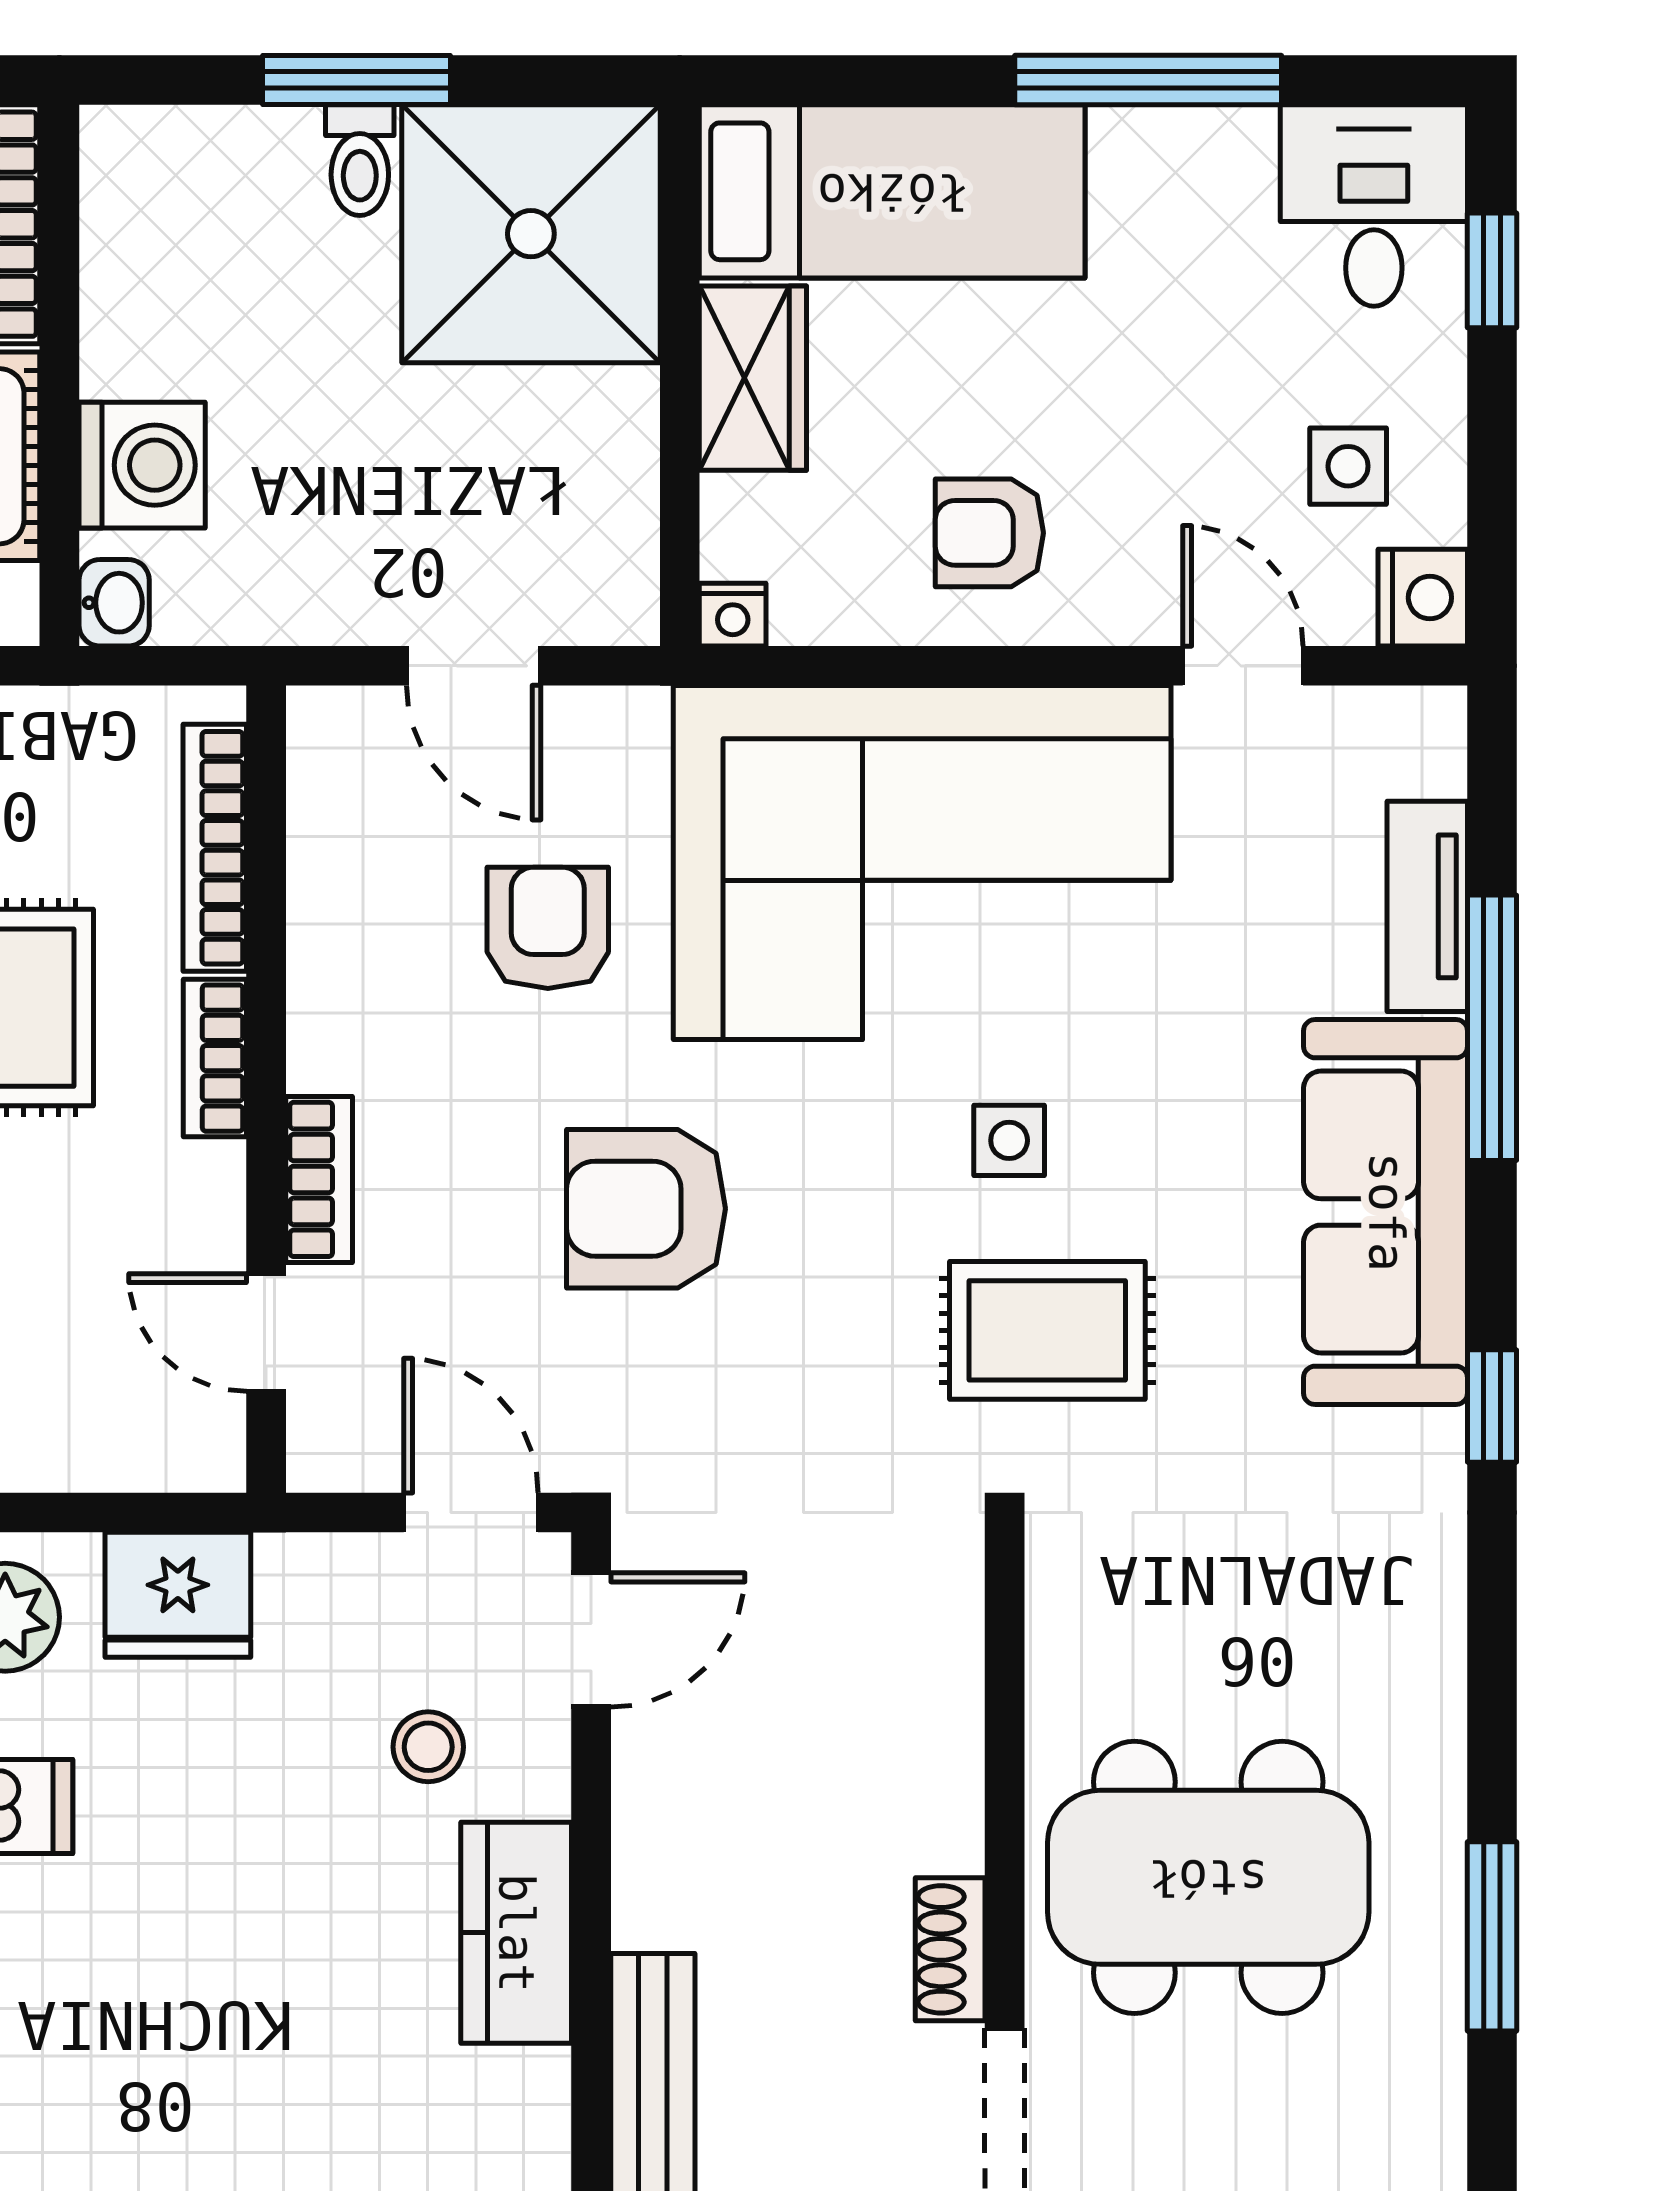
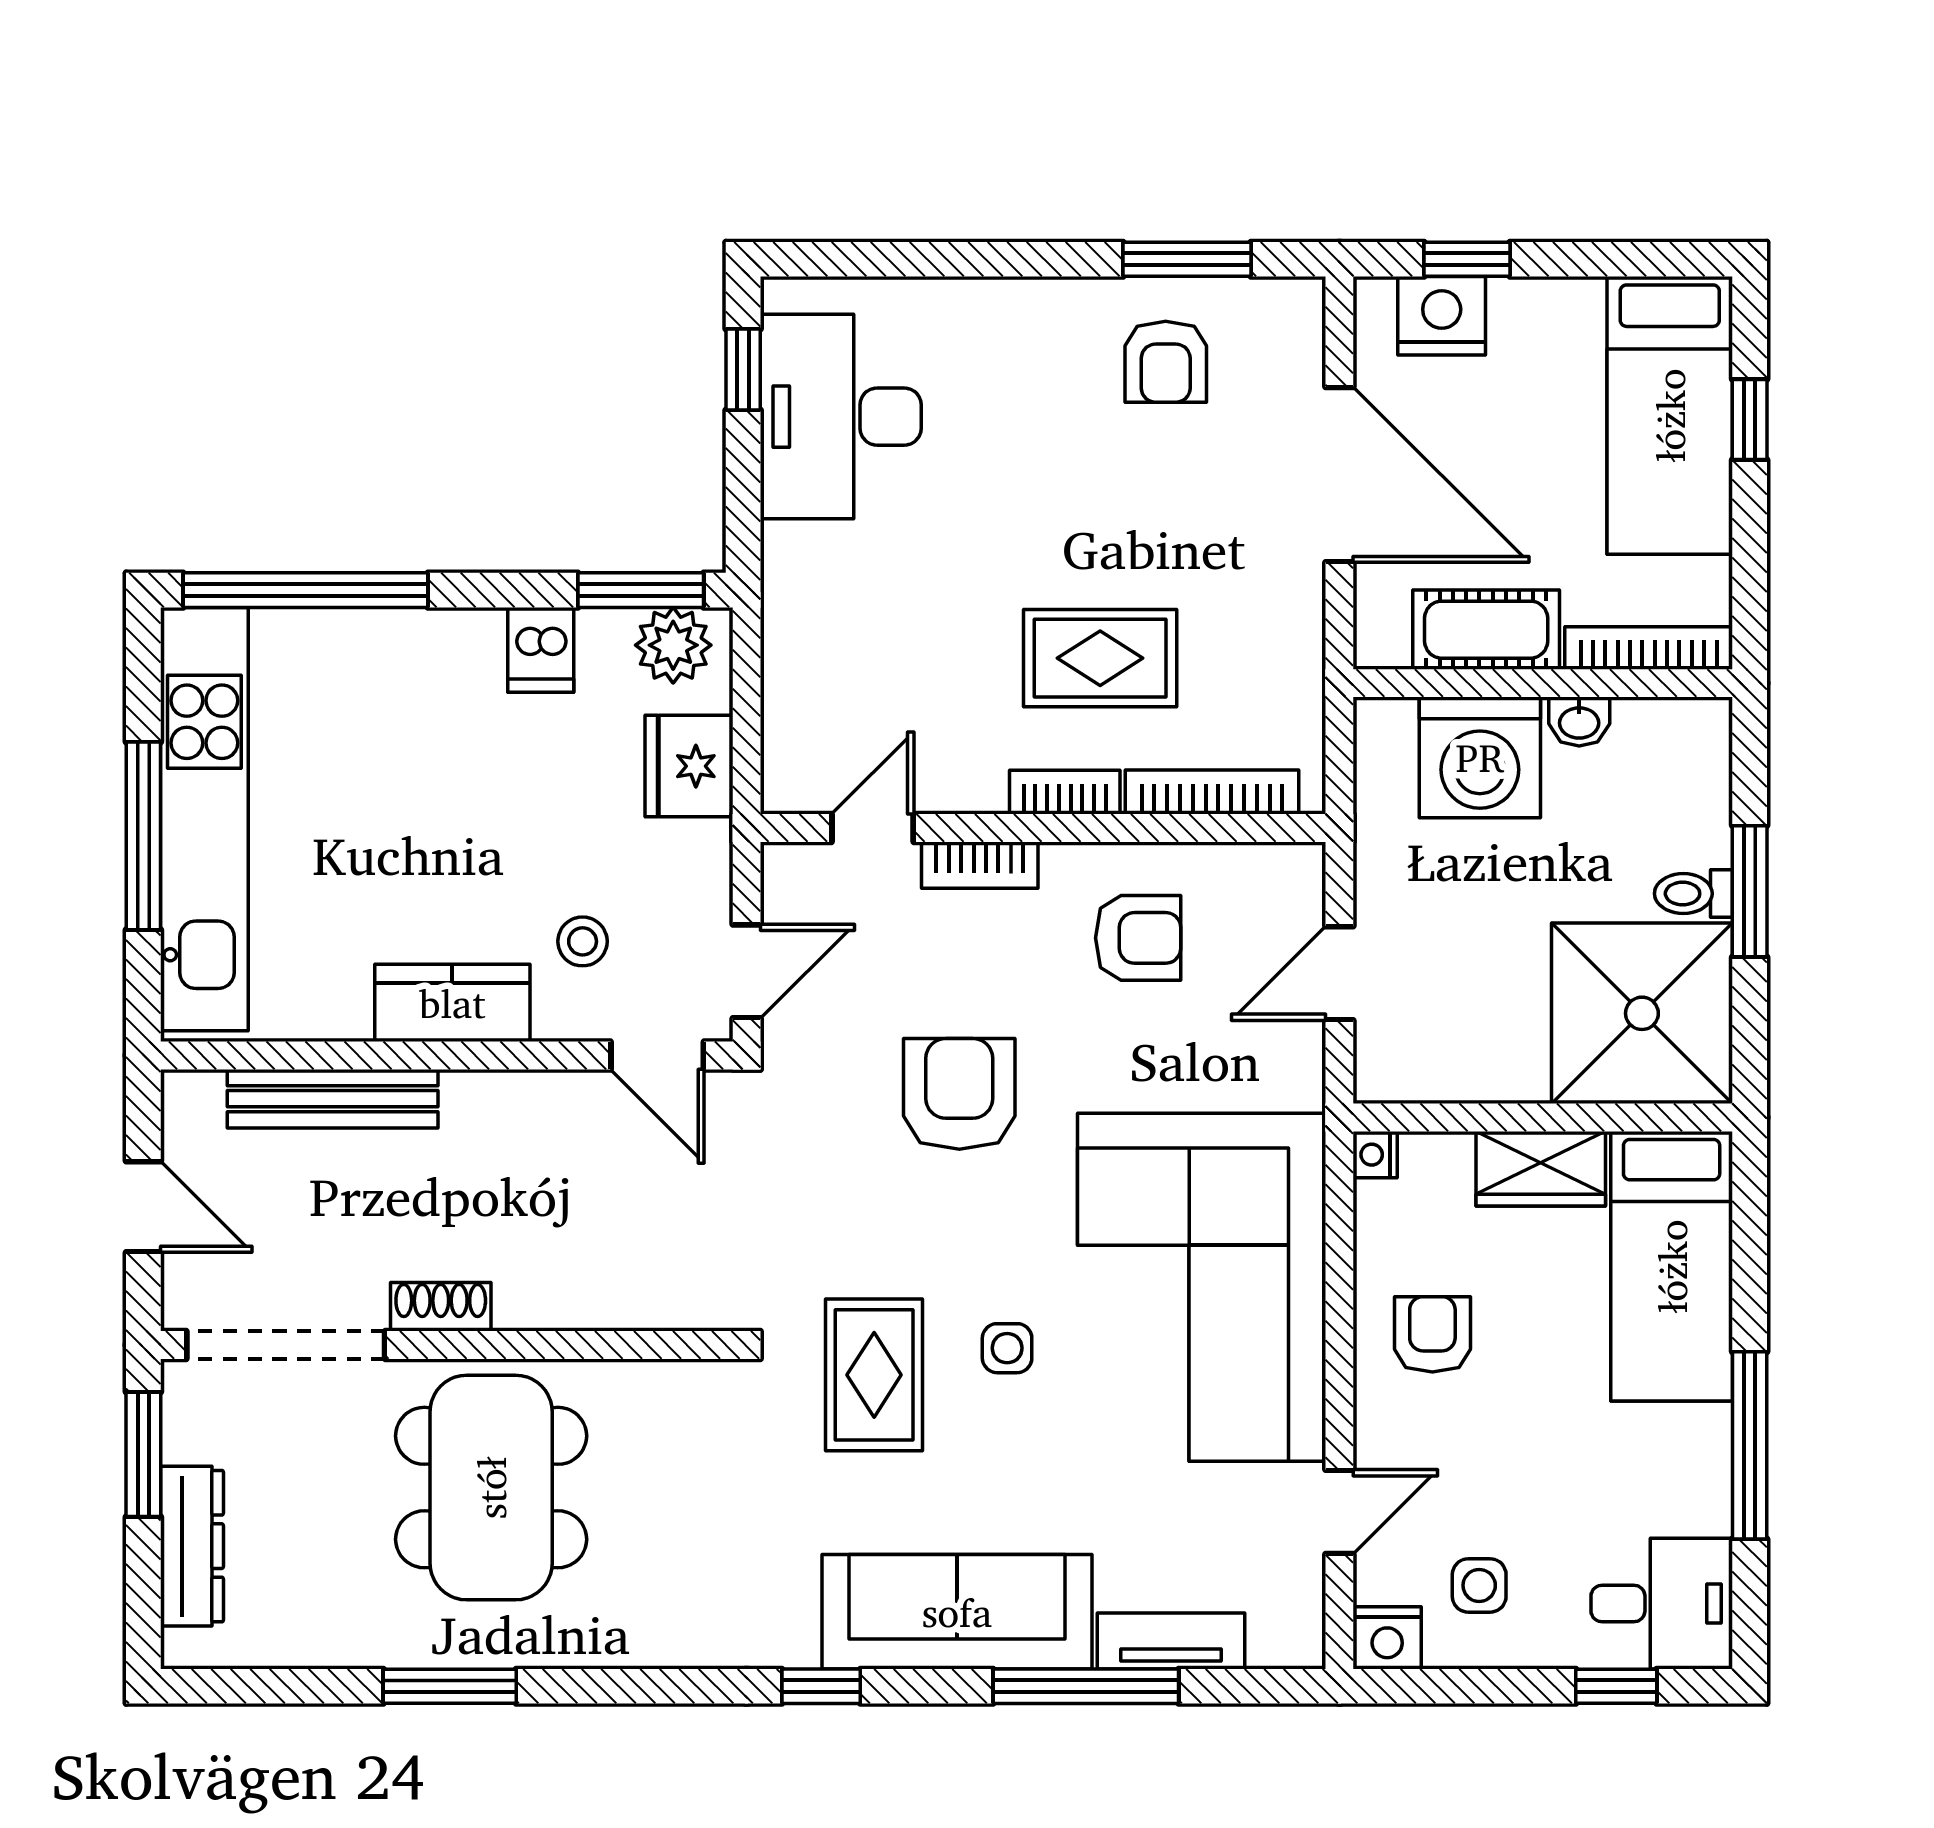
washing machine: (142, 465) -> (1480, 757), width x1.37, depth x1.37
washbasin: (114, 603) -> (1579, 722), moved
armchair: (548, 928) -> (1138, 938), moved

